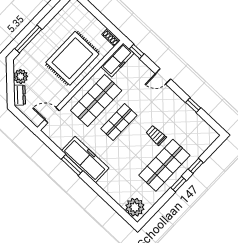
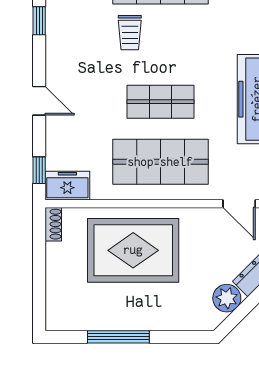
window: (28, 39) -> (118, 337), moved
freezer: (117, 60) -> (67, 186), width x0.71

